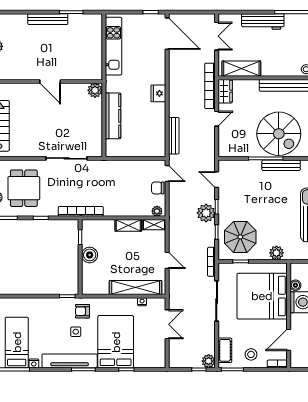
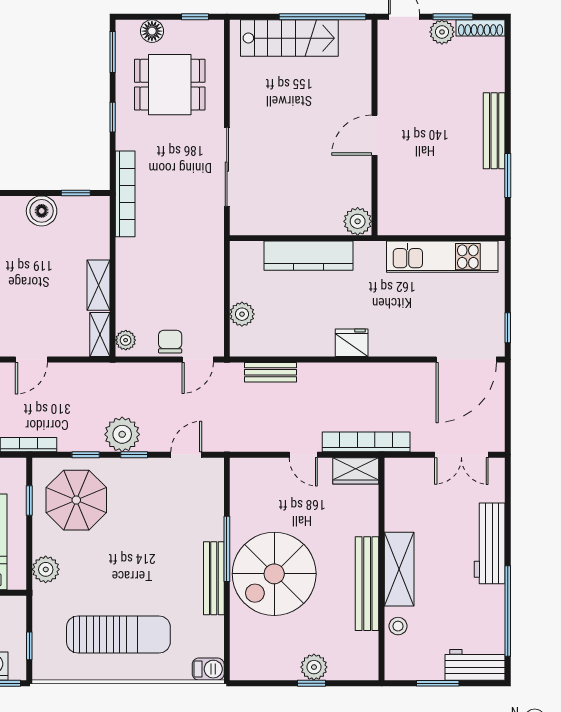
shelving: (241, 69) -> (399, 569), moved
bench: (174, 136) -> (270, 372), width x0.73
plant: (143, 151) -> (242, 314), added

